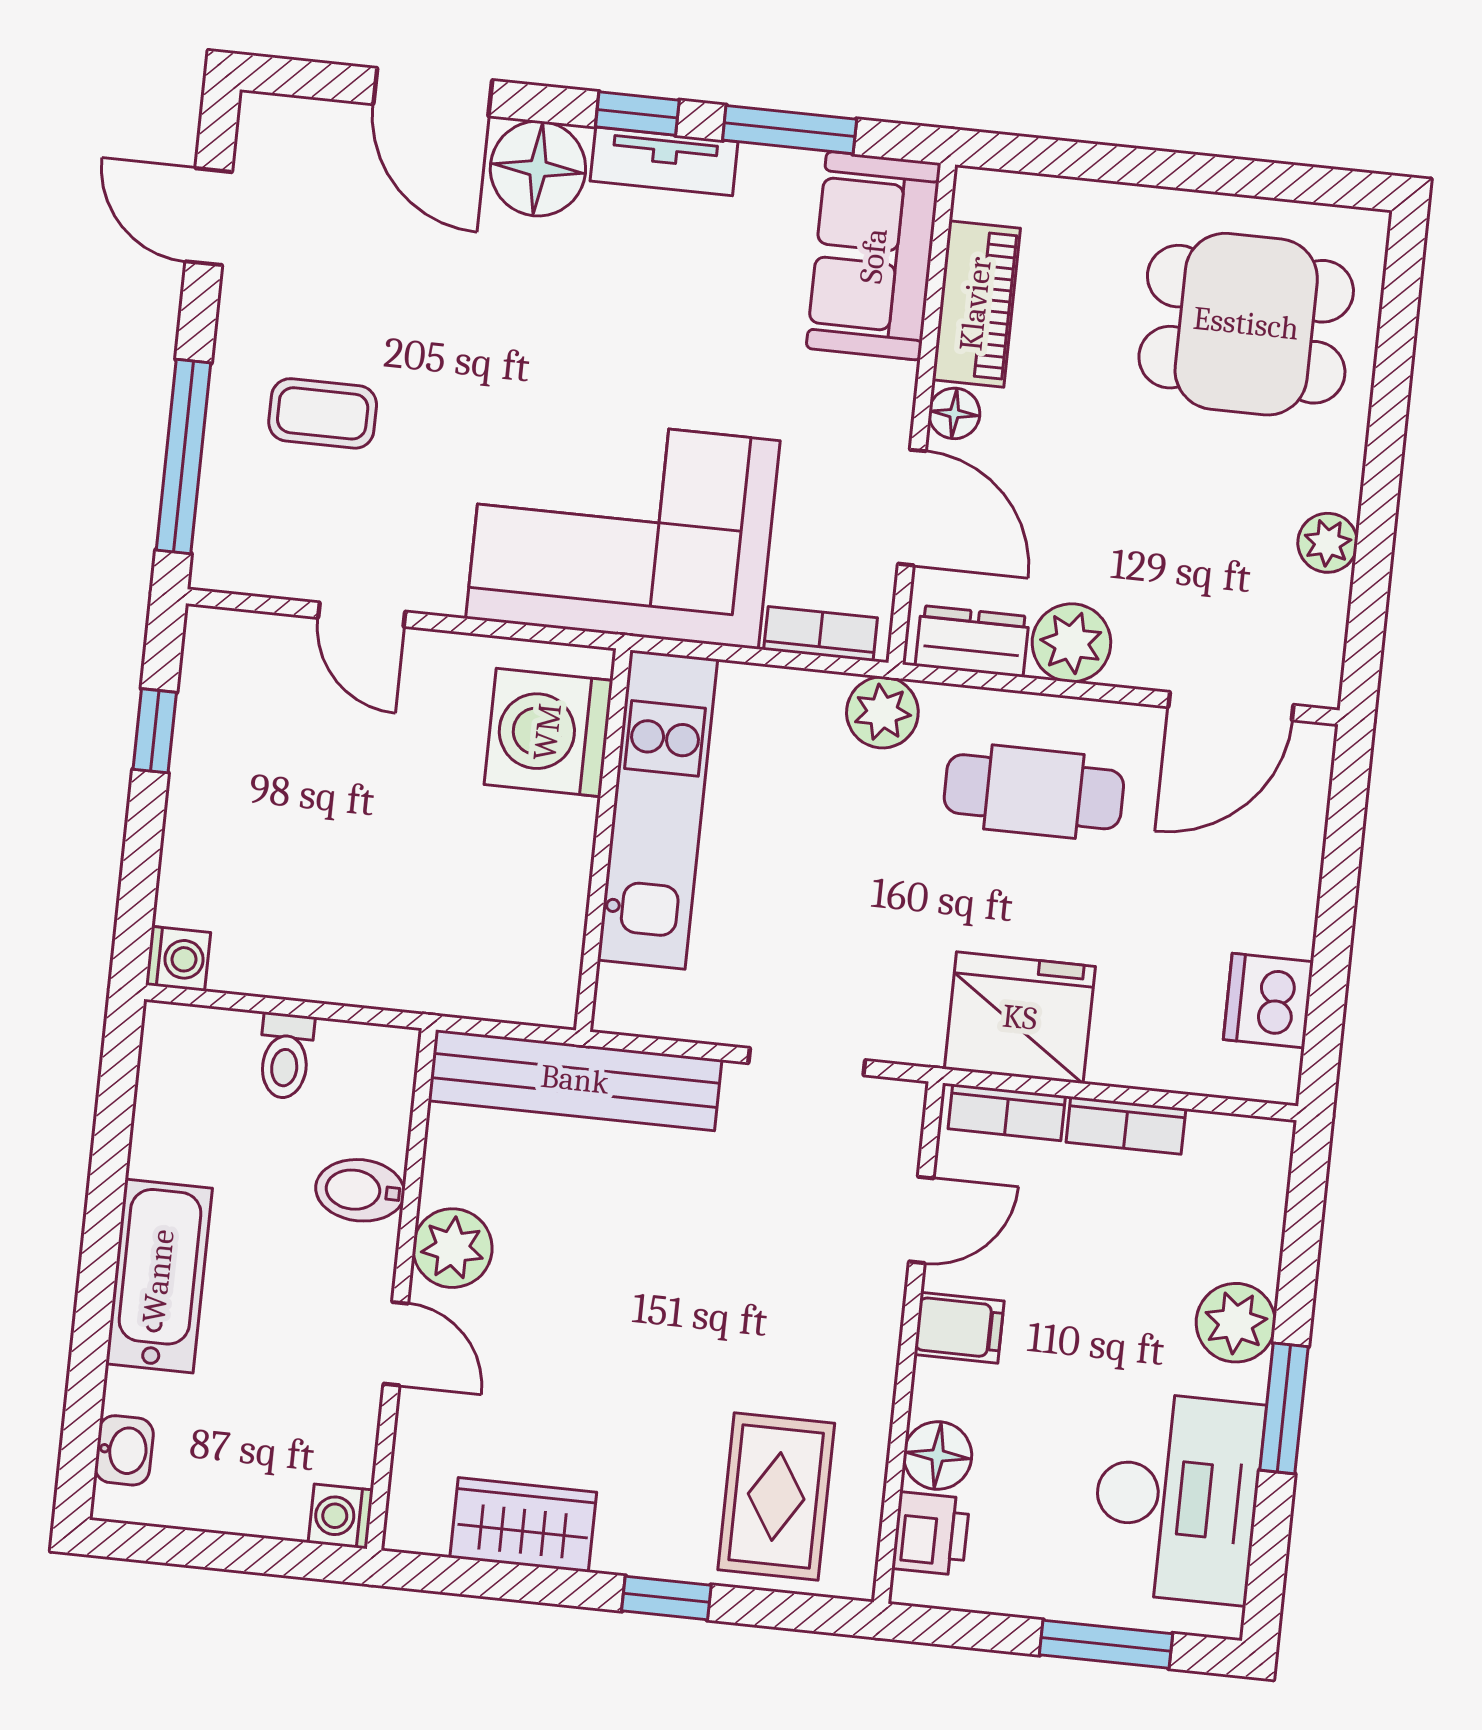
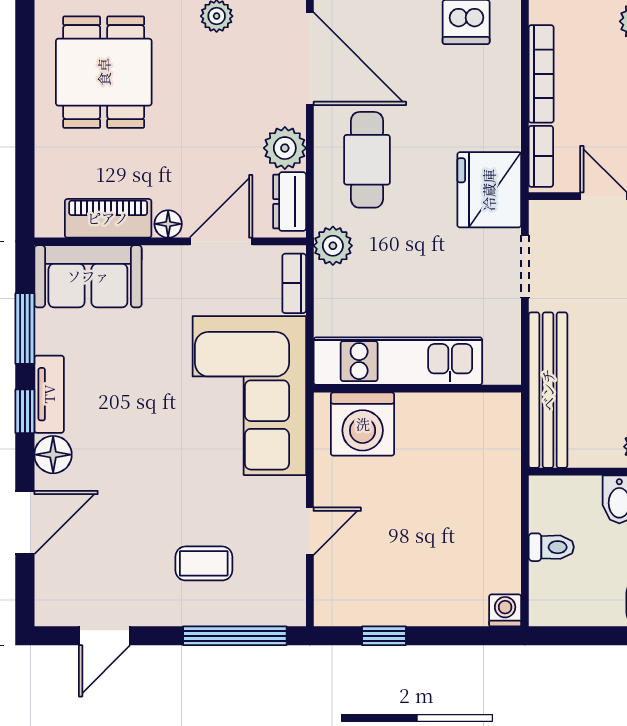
floor lamp: (538, 169) -> (53, 455), width x0.73, depth x0.73
coffee table: (323, 413) -> (204, 563), turned 90
door: (1231, 706) -> (310, 59), width x1.36
fridge: (1020, 1018) -> (489, 190), moved
bookcase: (1126, 1125) -> (541, 74), width x1.56

